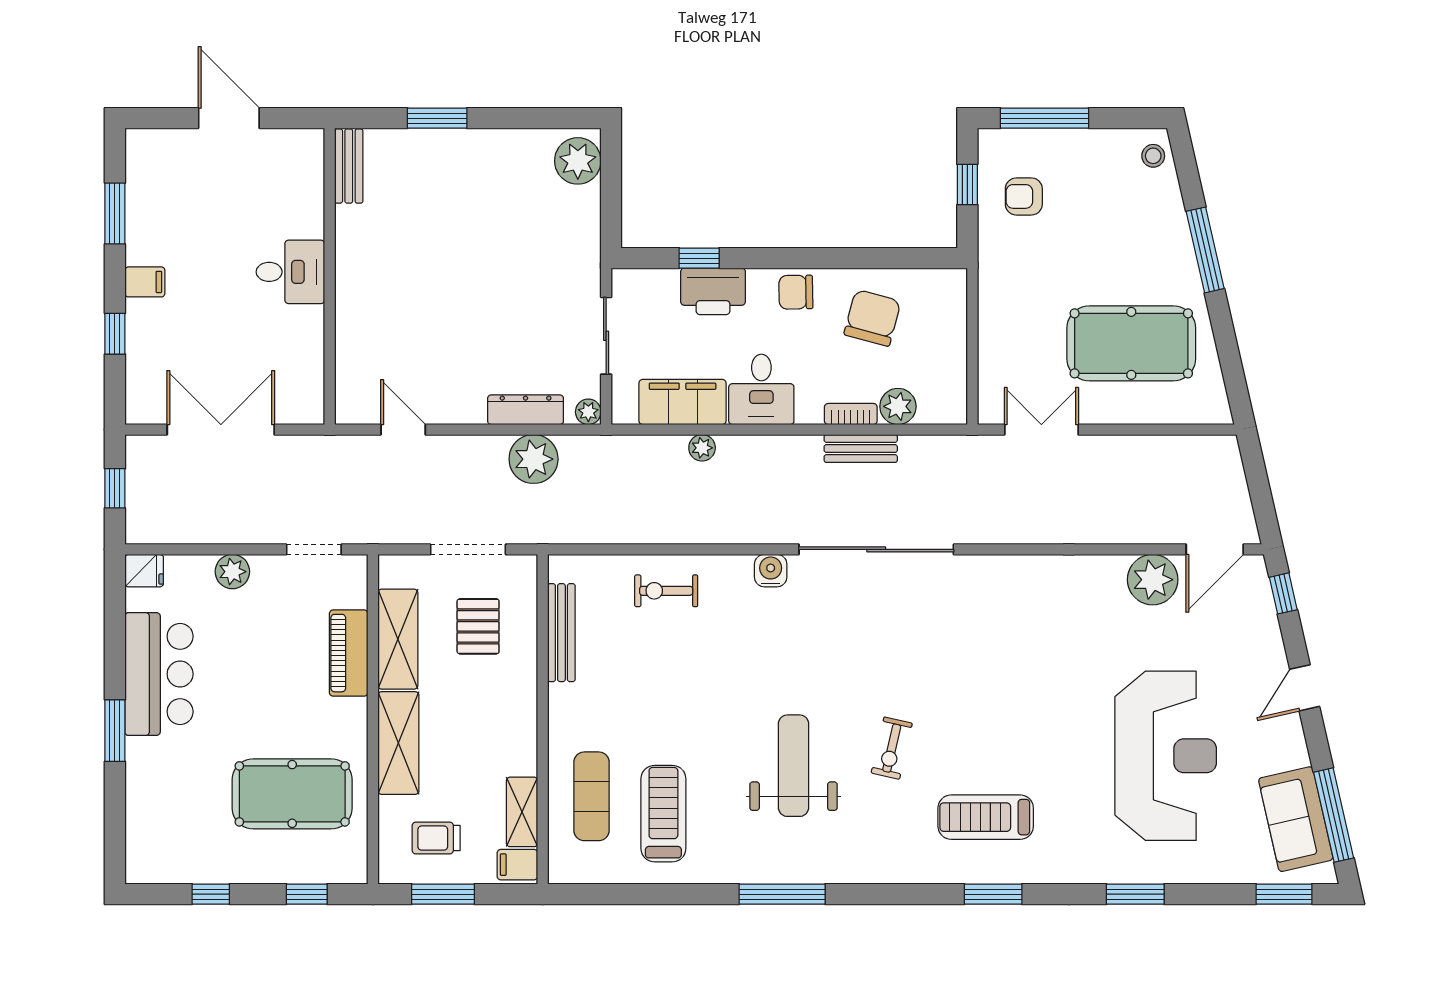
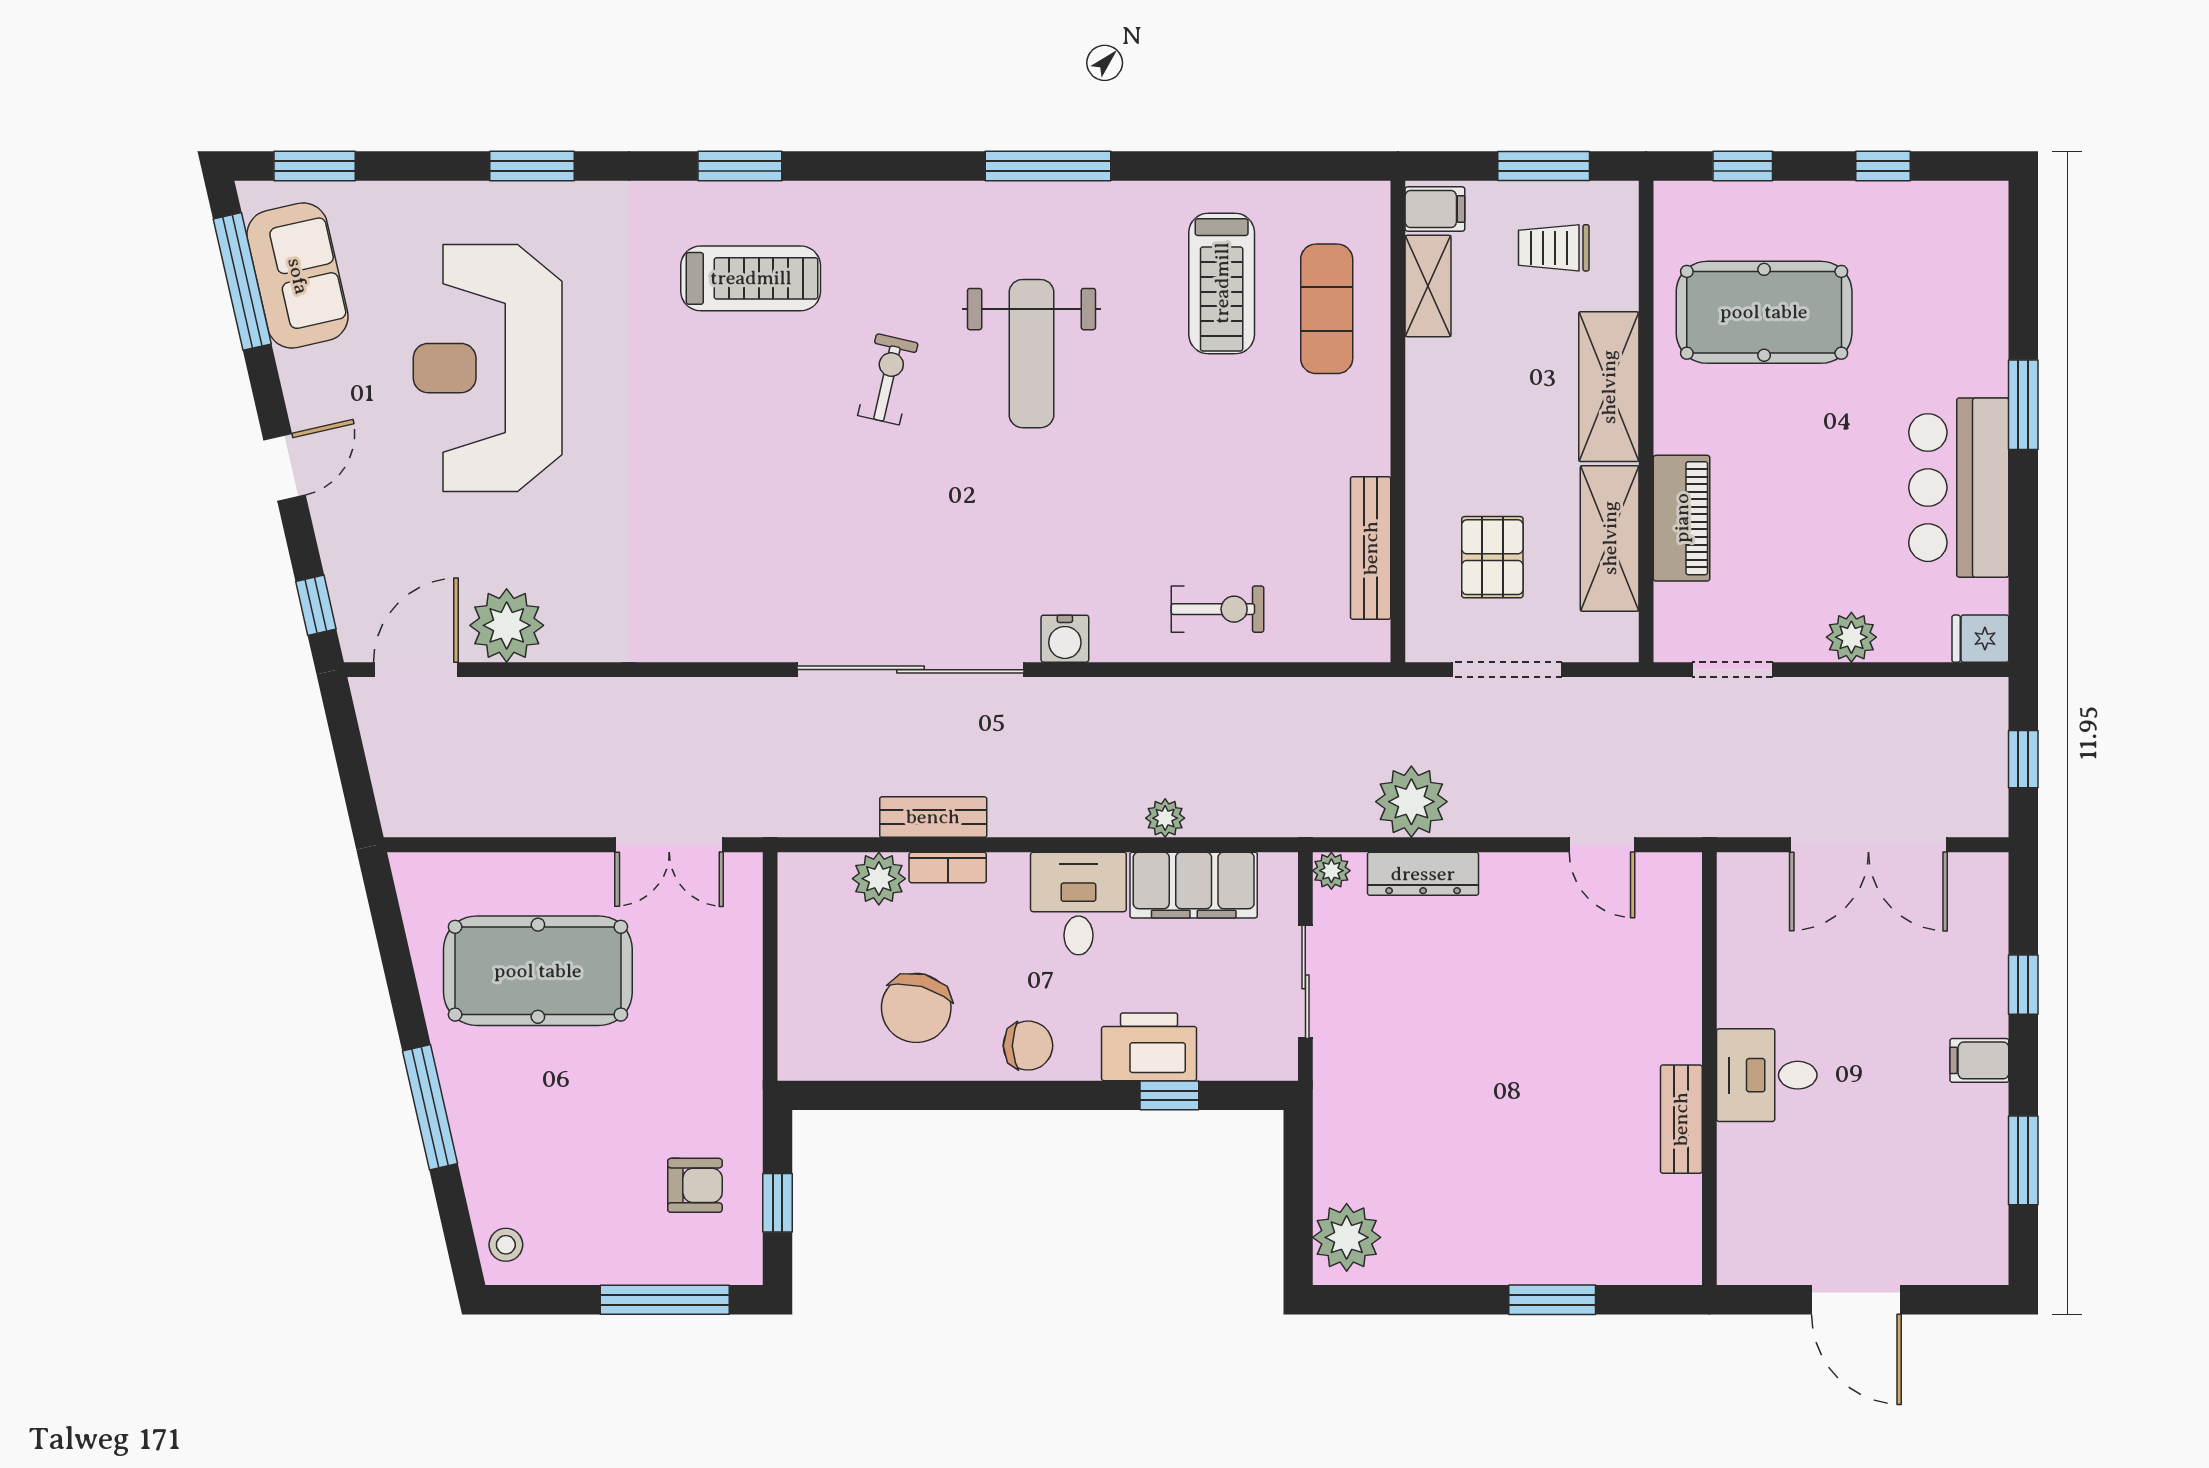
bench: (349, 166) -> (1681, 1119), moved
trolley: (436, 838) -> (1554, 248), turned 180

